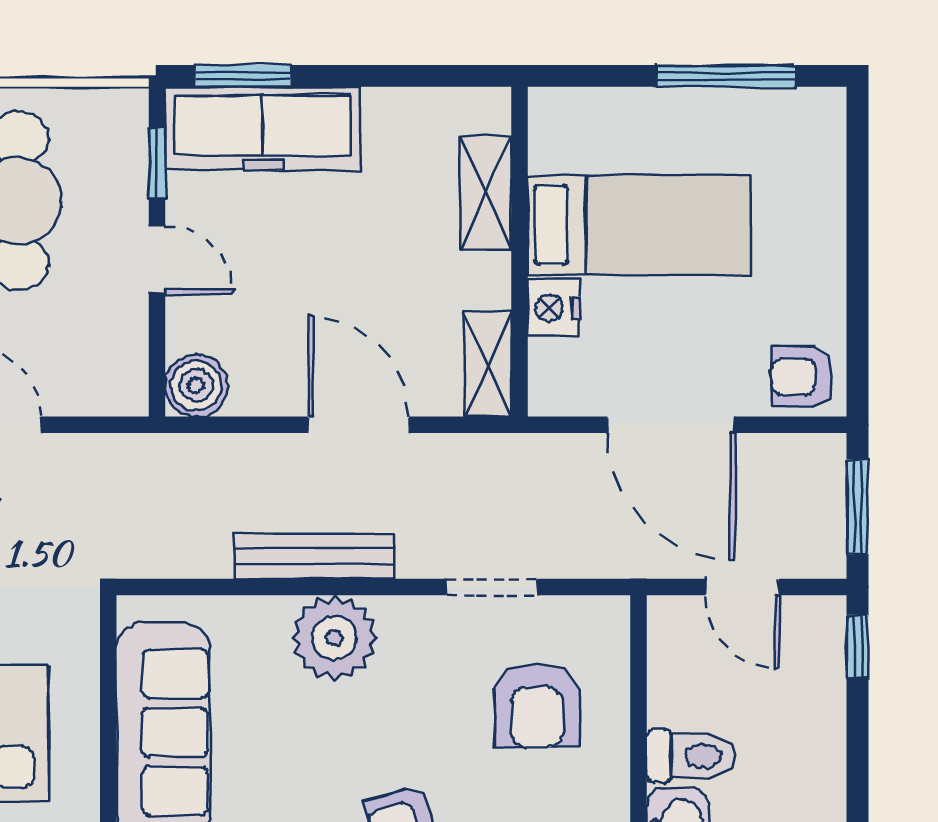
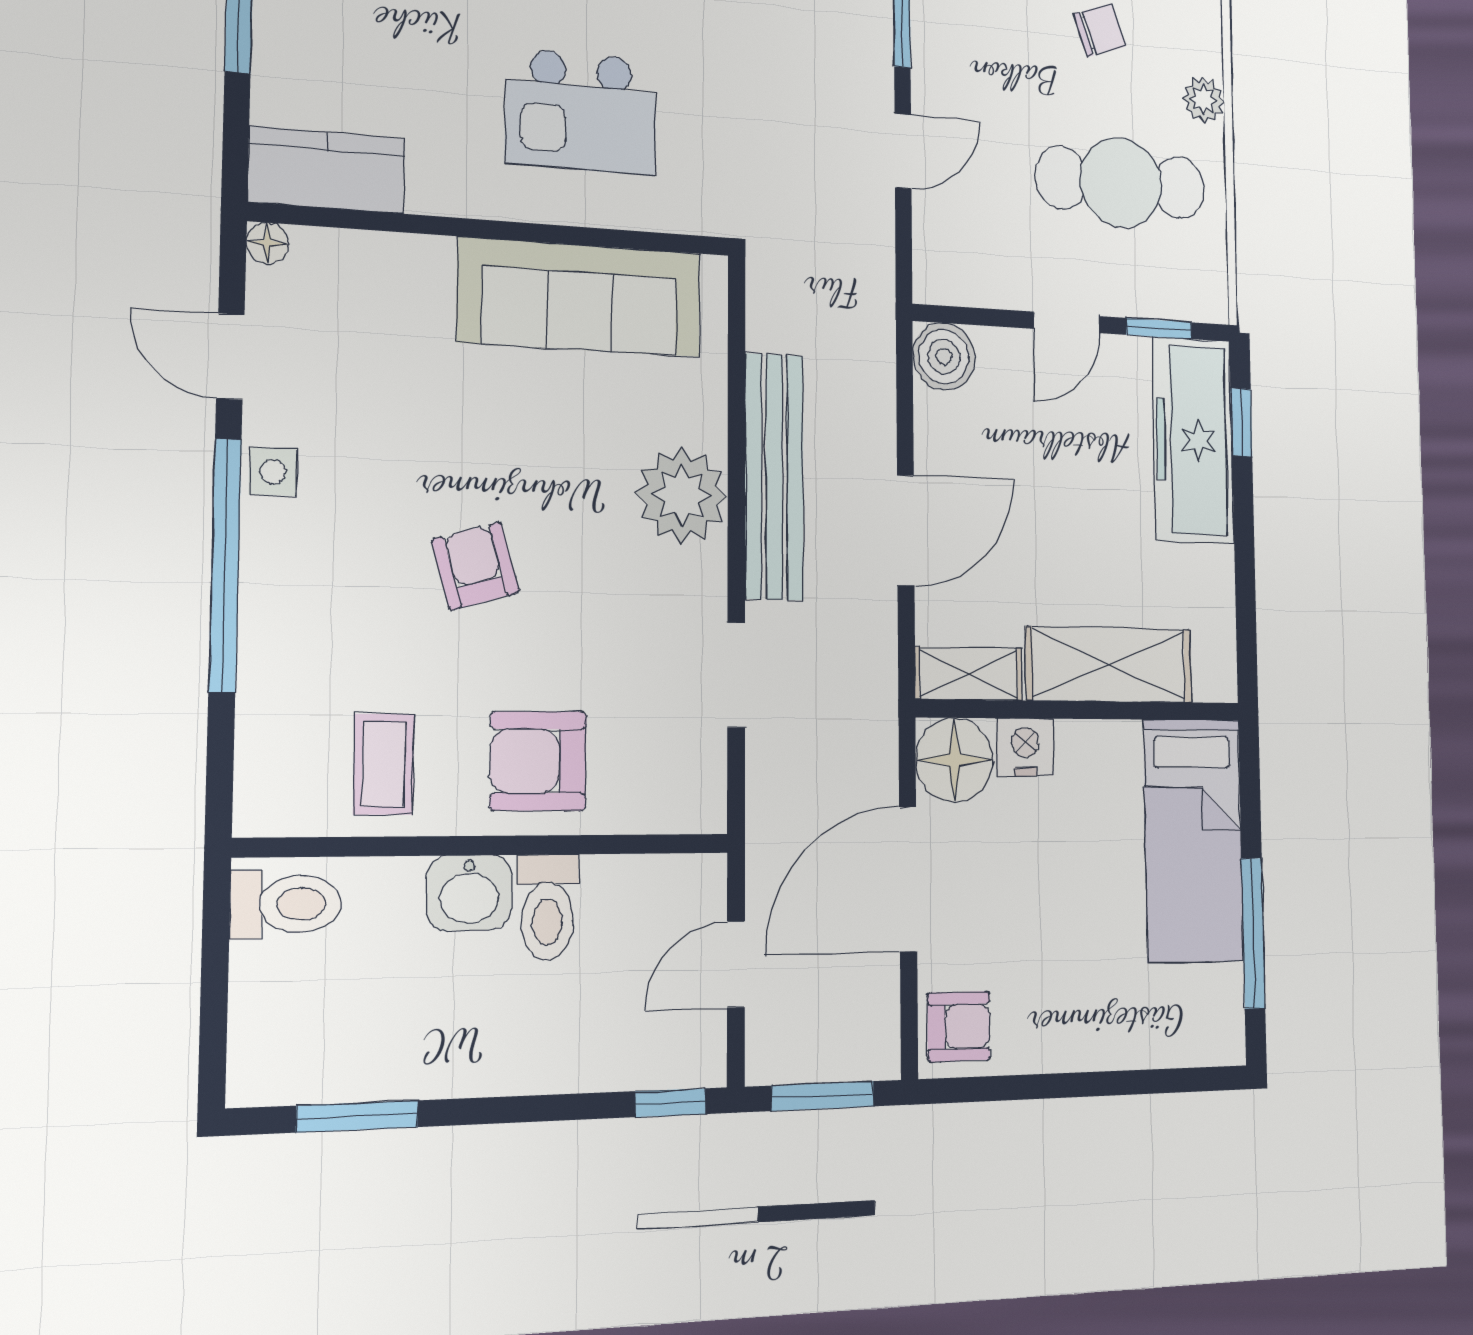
window: (243, 76) -> (1241, 422), width x0.67
shelving: (486, 193) -> (1109, 665), width x1.50, depth x1.33
bed: (639, 225) -> (1193, 840), moved
armchair: (802, 377) -> (959, 1026), turned 90
floor lamp: (566, 379) -> (954, 760), added
bench: (314, 556) -> (774, 476), width x1.37, depth x1.21
armchair: (537, 705) -> (538, 761), moved

